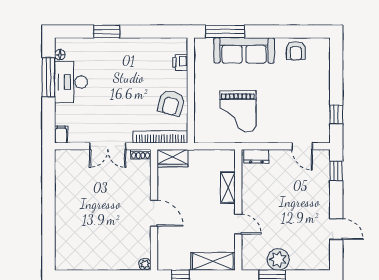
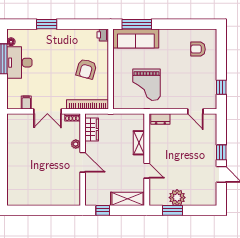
sofa: (244, 50) -> (136, 38), moved
armchair: (296, 51) -> (198, 49), moved, turned 90
printer: (180, 63) -> (103, 35), moved
armchair: (171, 103) -> (86, 69), moved
filing cabinet: (61, 135) -> (26, 102), moved
wardrobe: (172, 158) -> (92, 130), moved, turned -90
window: (336, 171) -> (221, 152), moved
plant: (145, 264) -> (76, 144), moved

